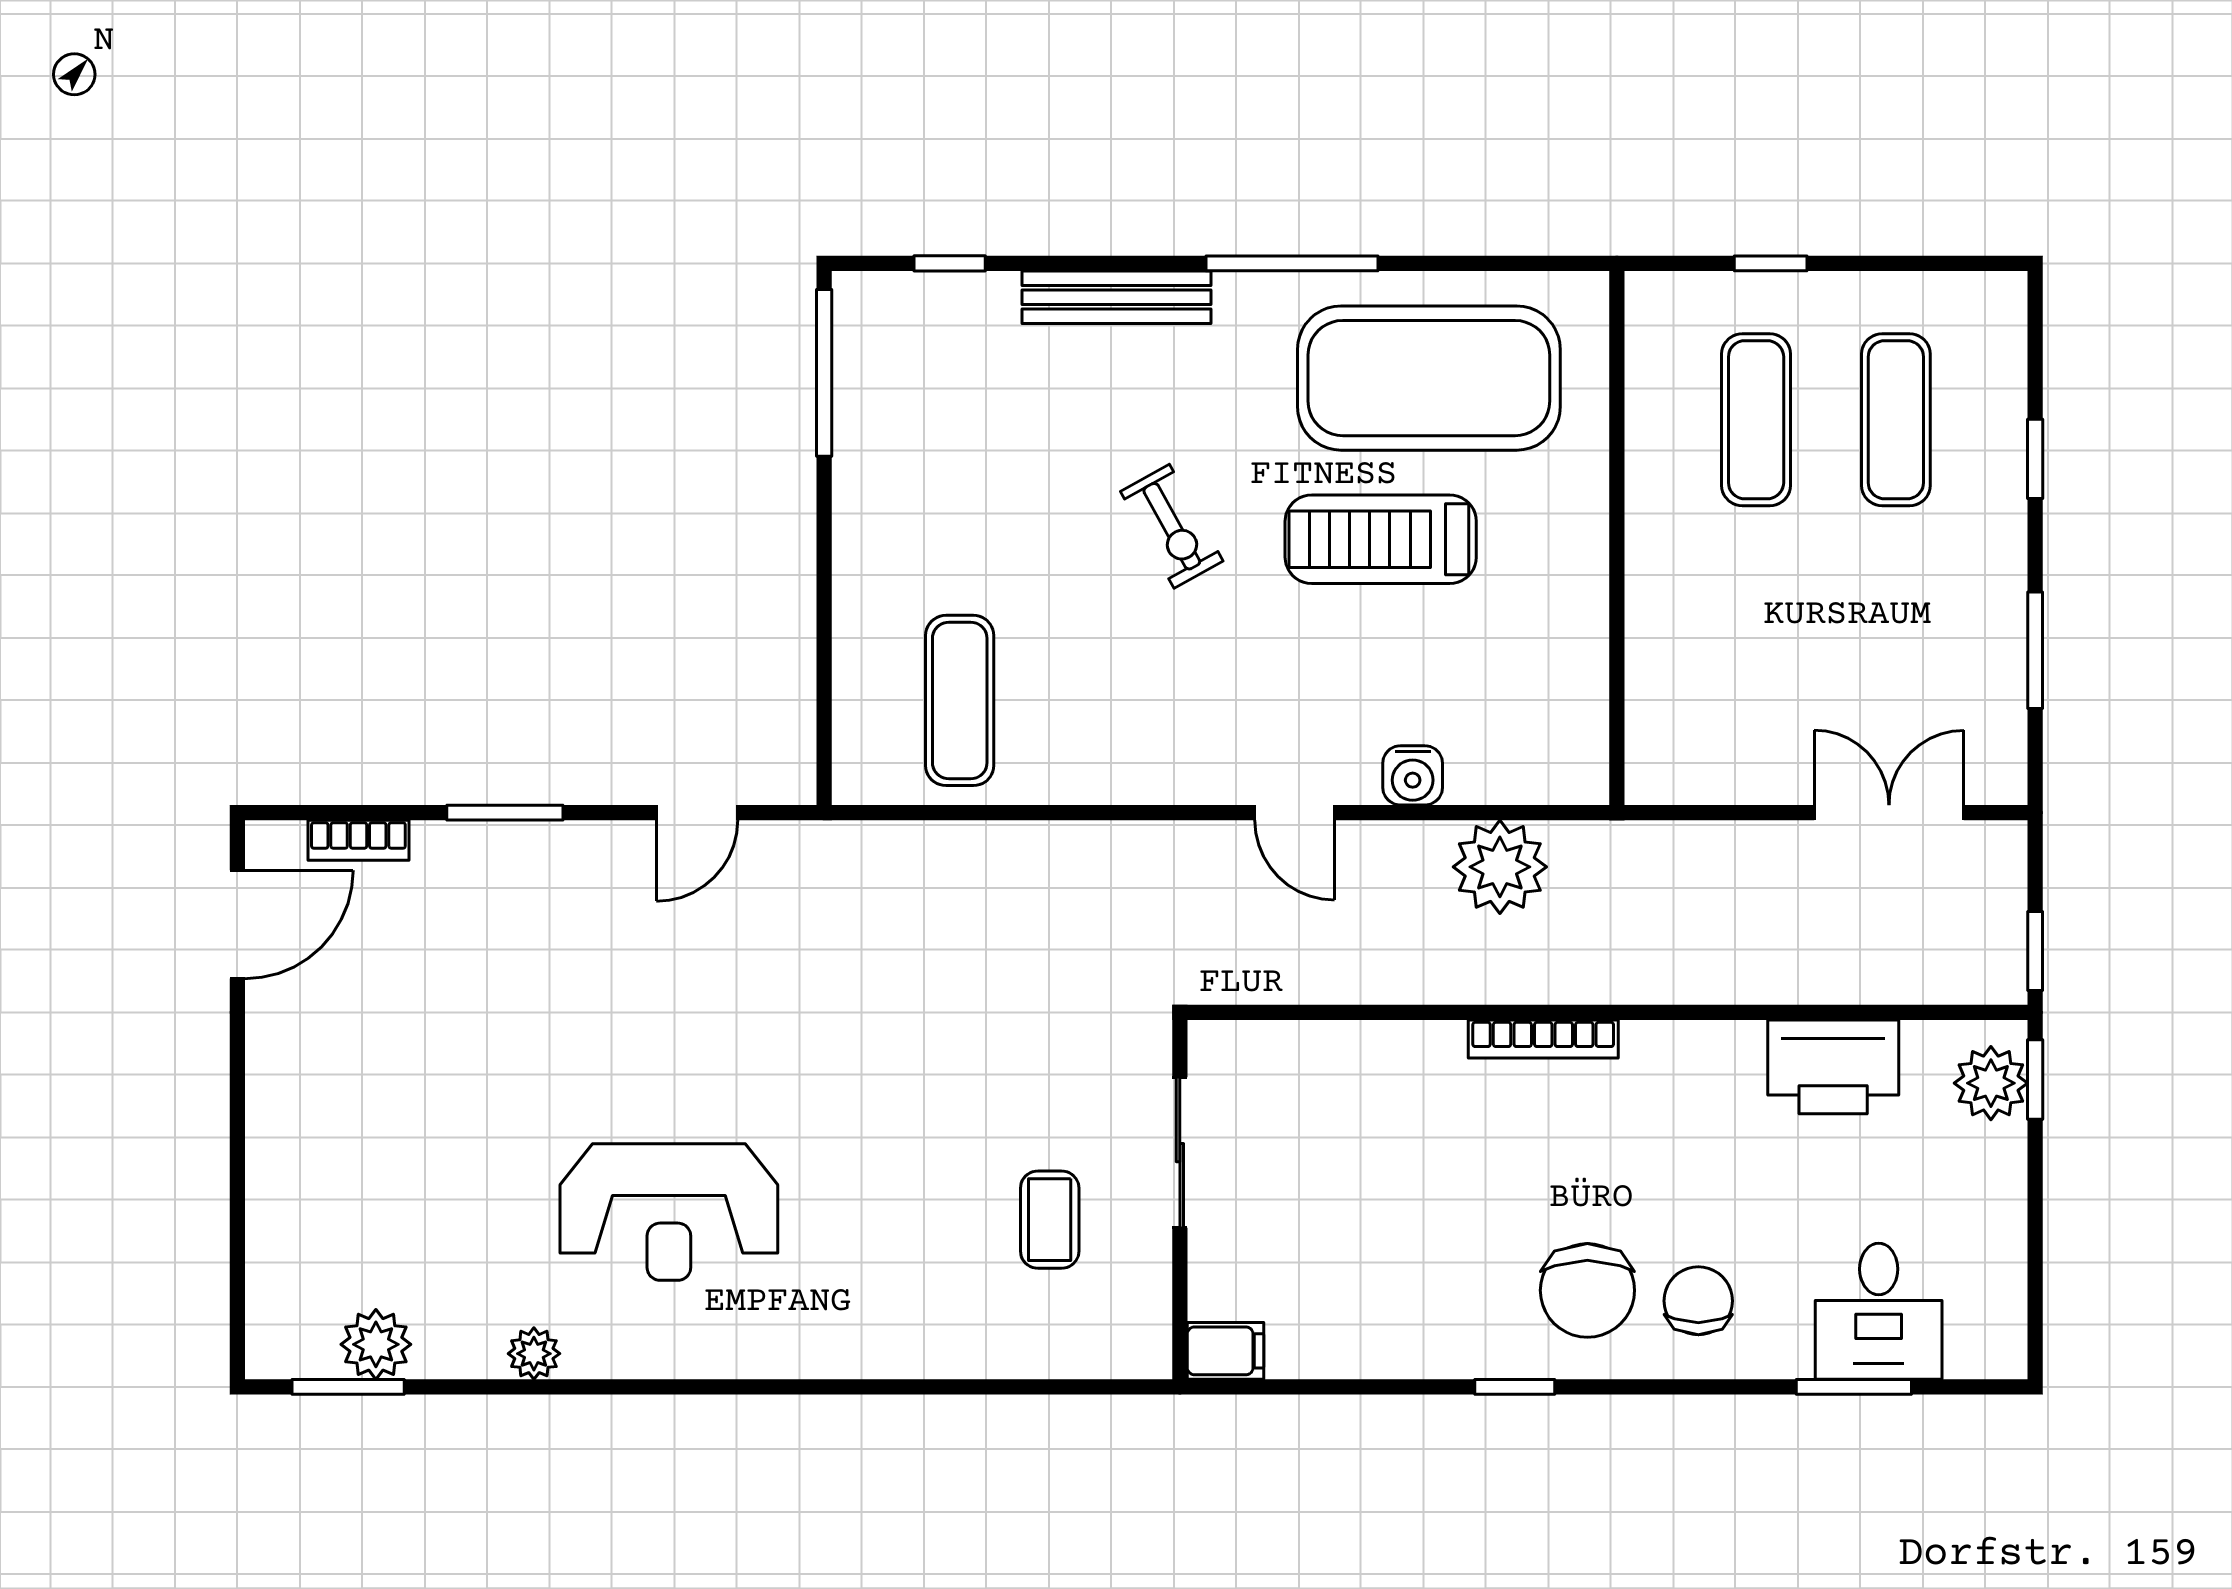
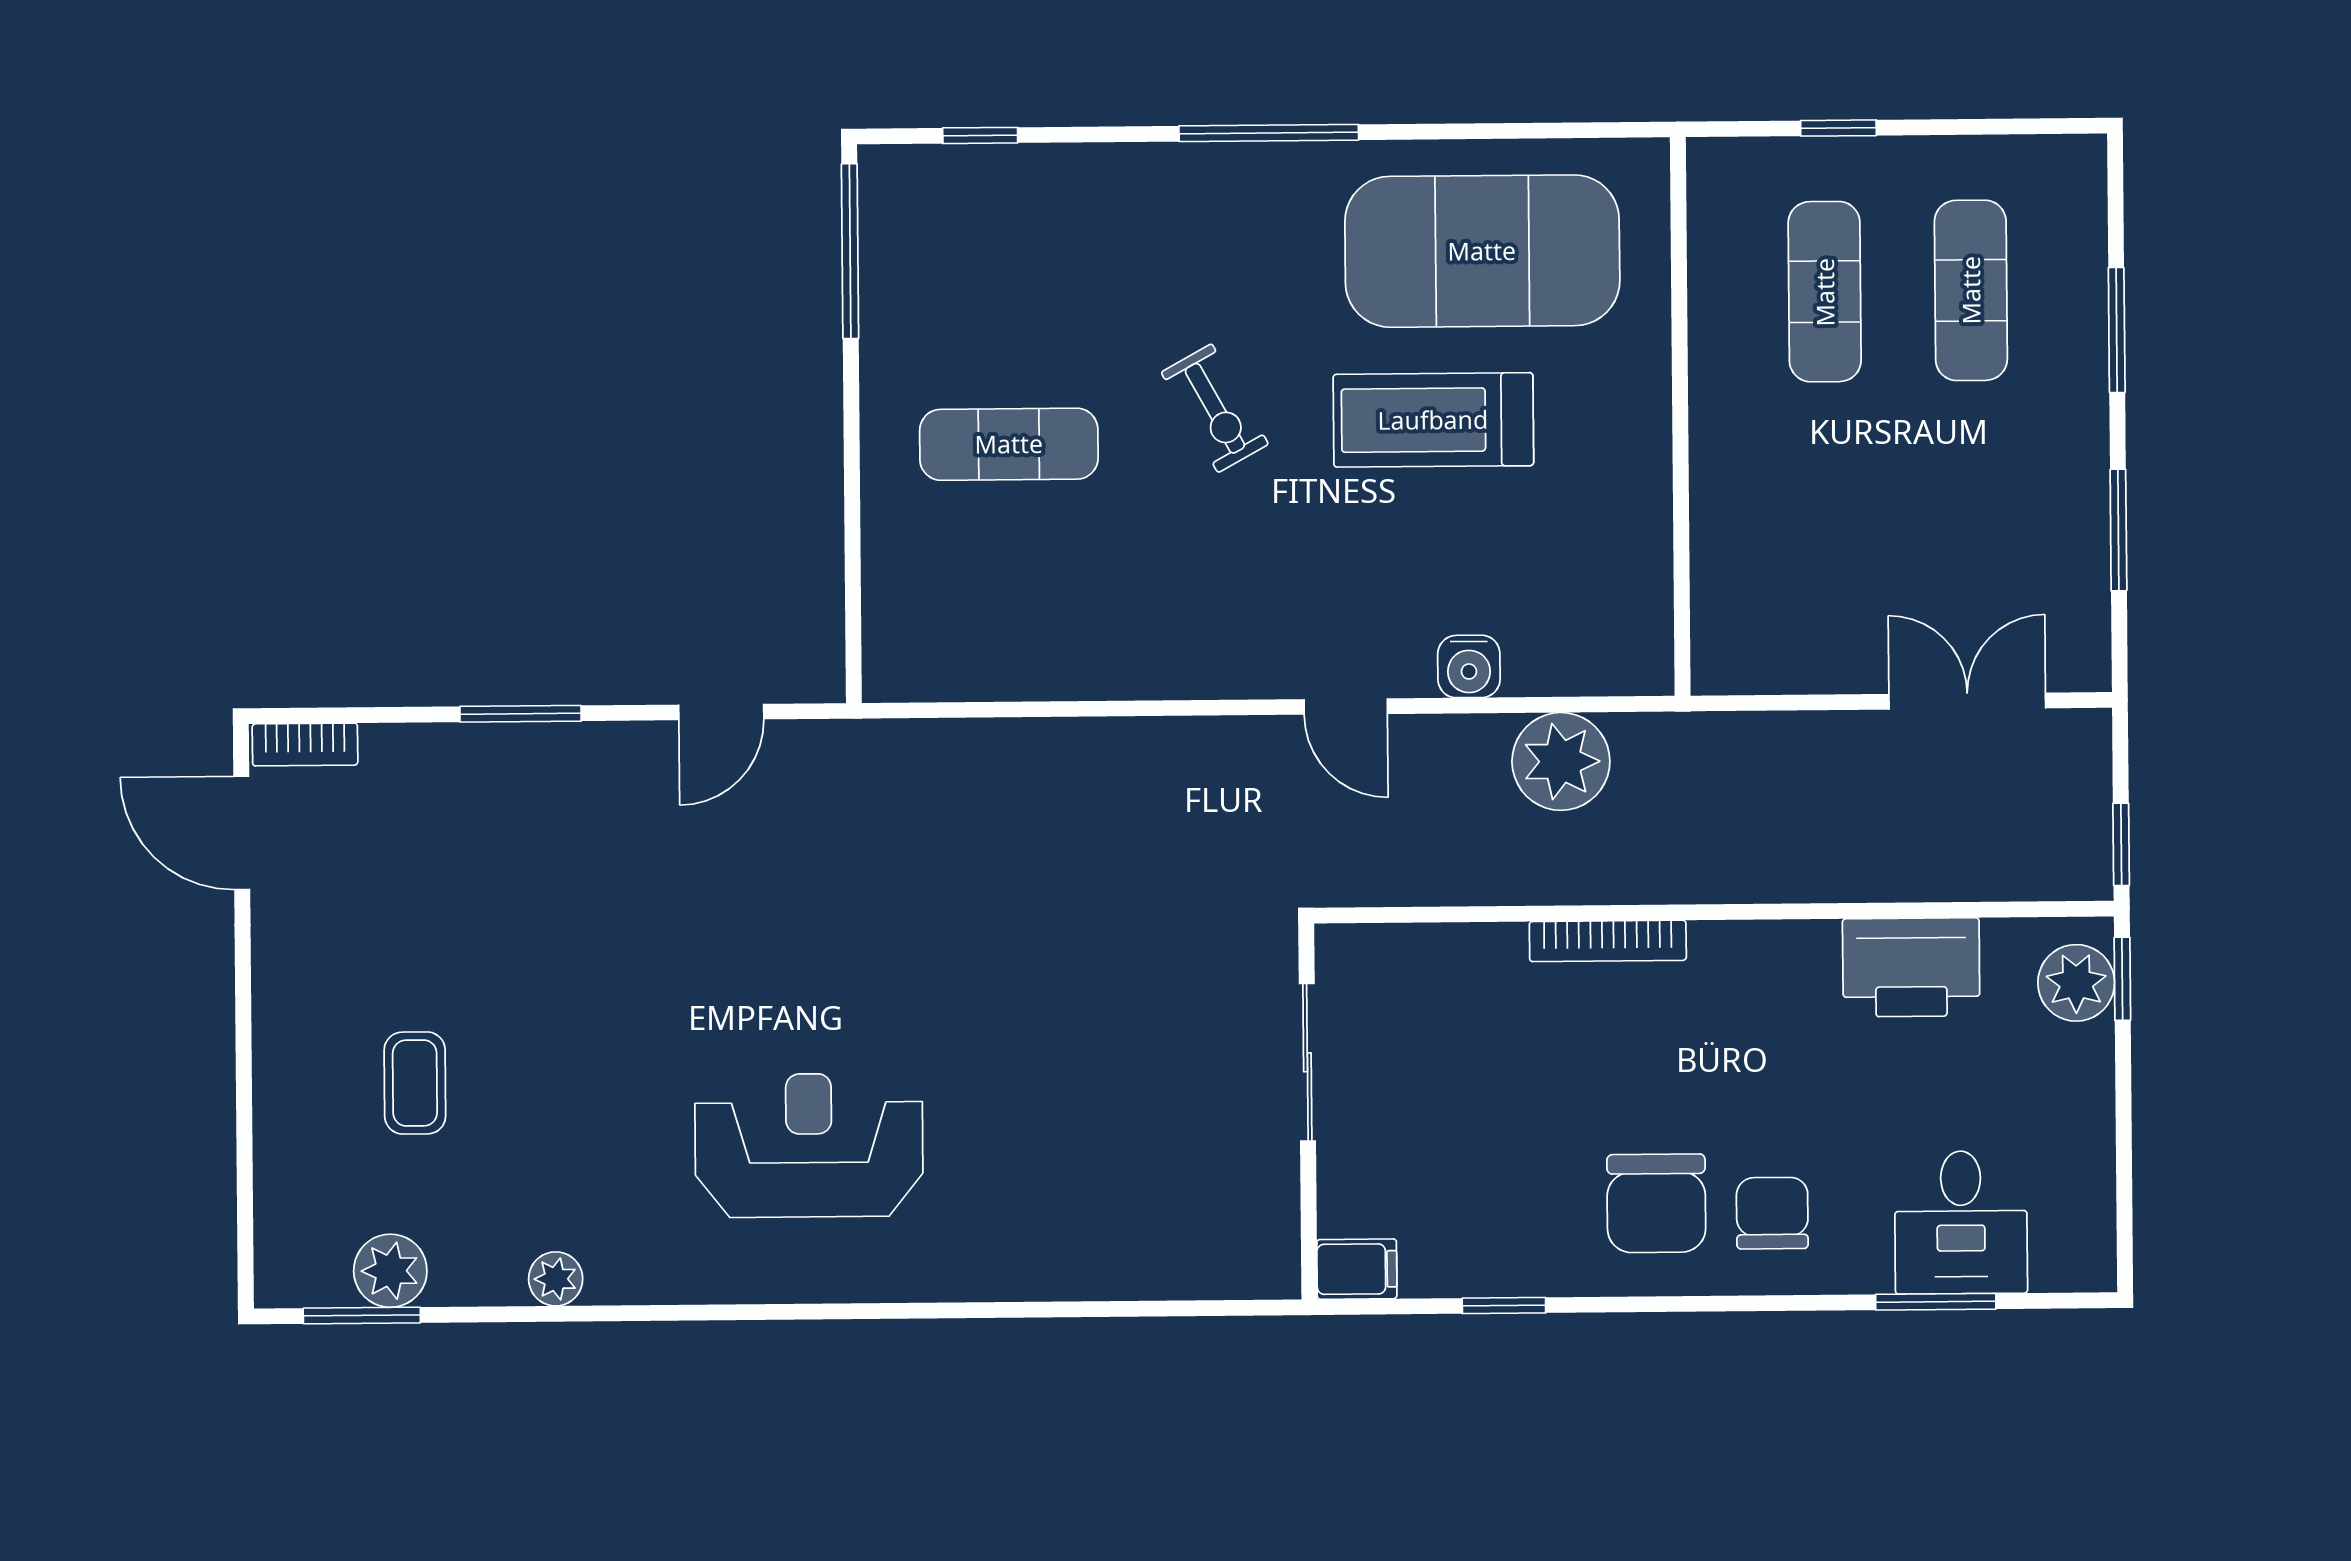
window: (1292, 263) -> (1269, 133), moved
bench: (1117, 297) -> (1155, 169), removed
window: (2035, 459) -> (2117, 330), width x1.50
exercise mat: (960, 700) -> (1009, 444), moved, turned 90
bookcase: (358, 840) -> (305, 745), moved
door: (237, 924) -> (242, 833), swing flipped
sliding door: (1180, 1153) -> (1307, 1062), moved
wall: (1180, 1200) -> (1308, 1111), moved
reception desk: (669, 1212) -> (809, 1145), moved, turned 180
coffee table: (1050, 1220) -> (415, 1083), moved
filing cabinet: (1225, 1351) -> (1357, 1269), moved
window: (1515, 1387) -> (1504, 1305), moved

